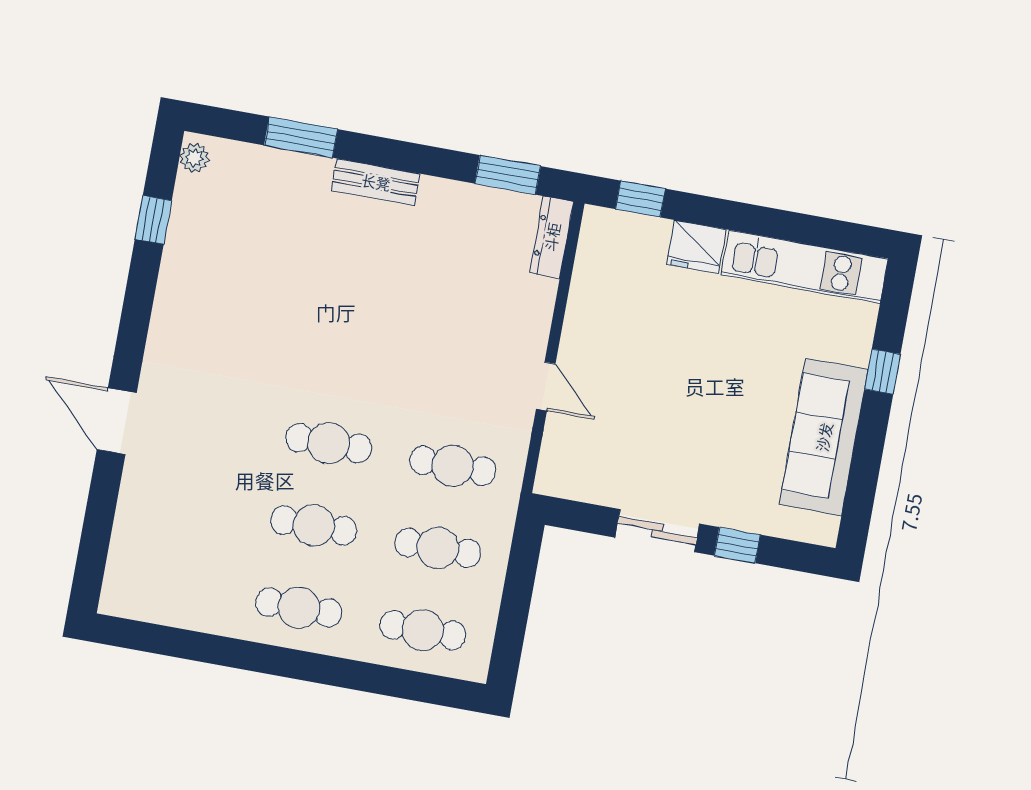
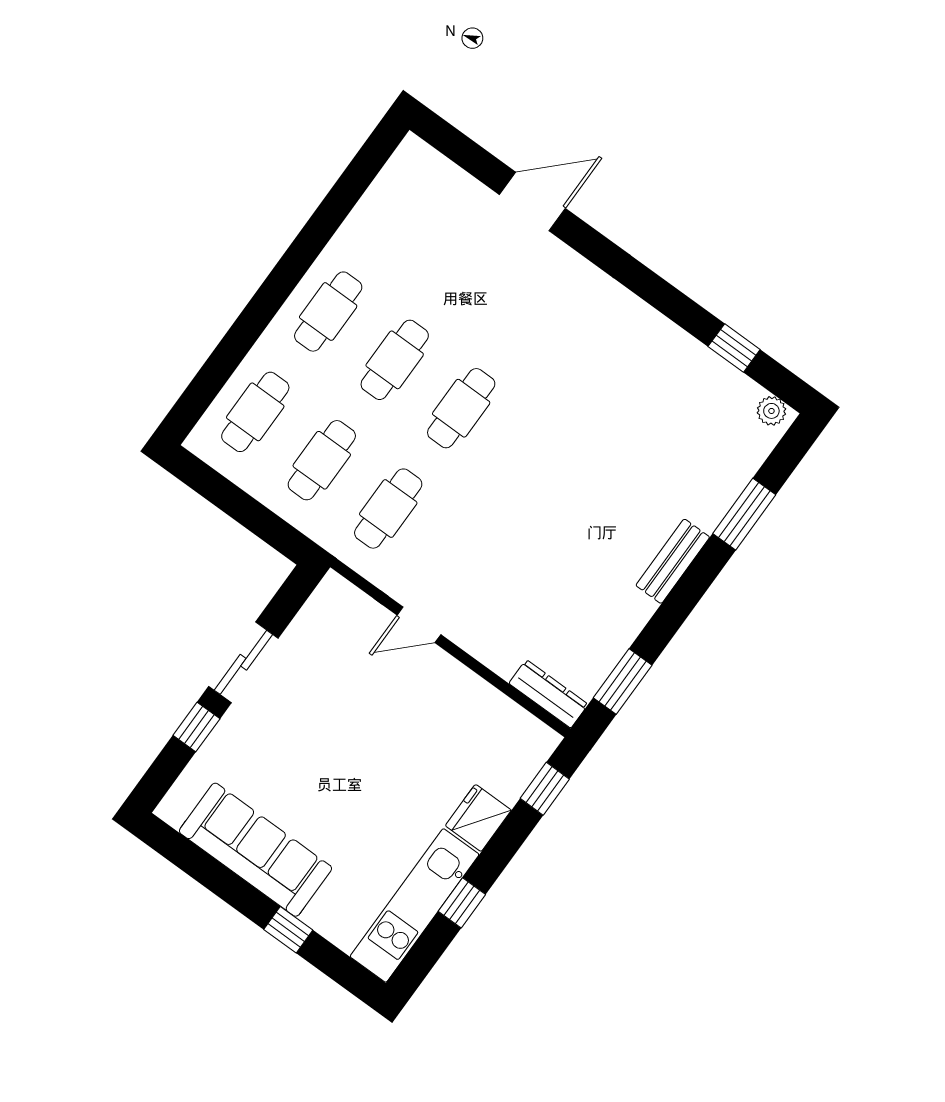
window: (781, 225) -> (462, 903), added
door: (117, 421) -> (532, 201), moved

